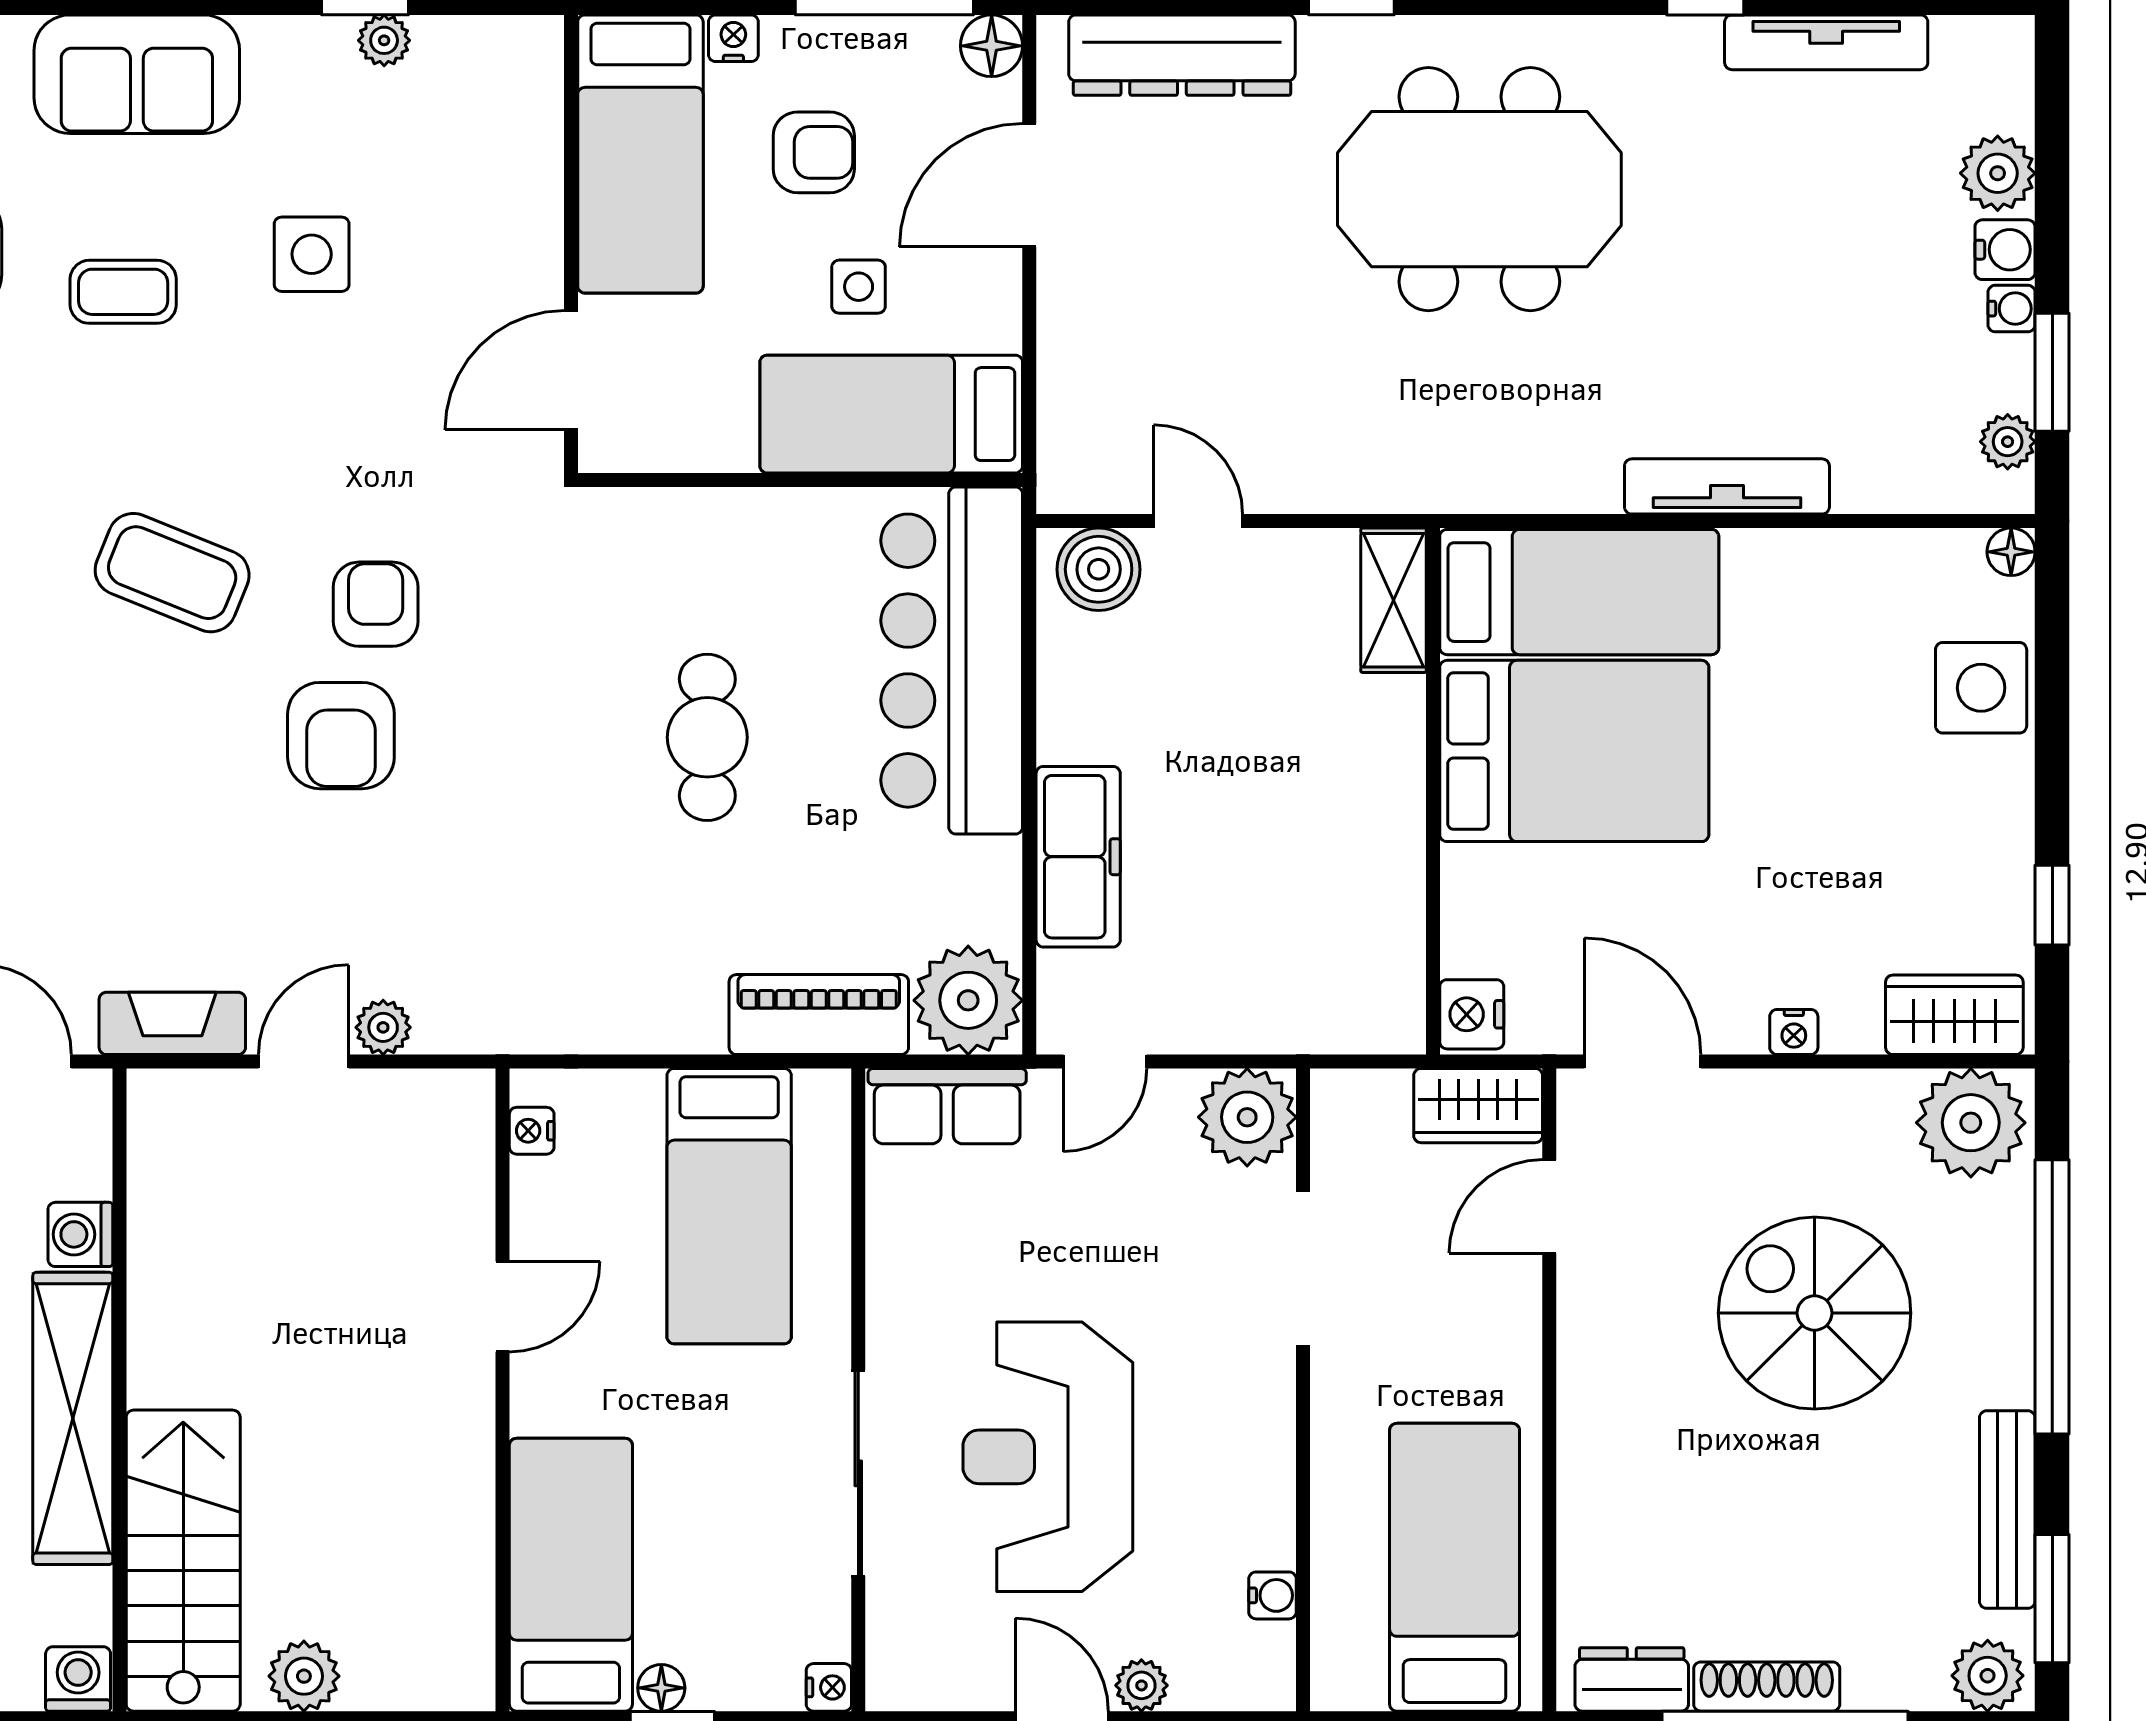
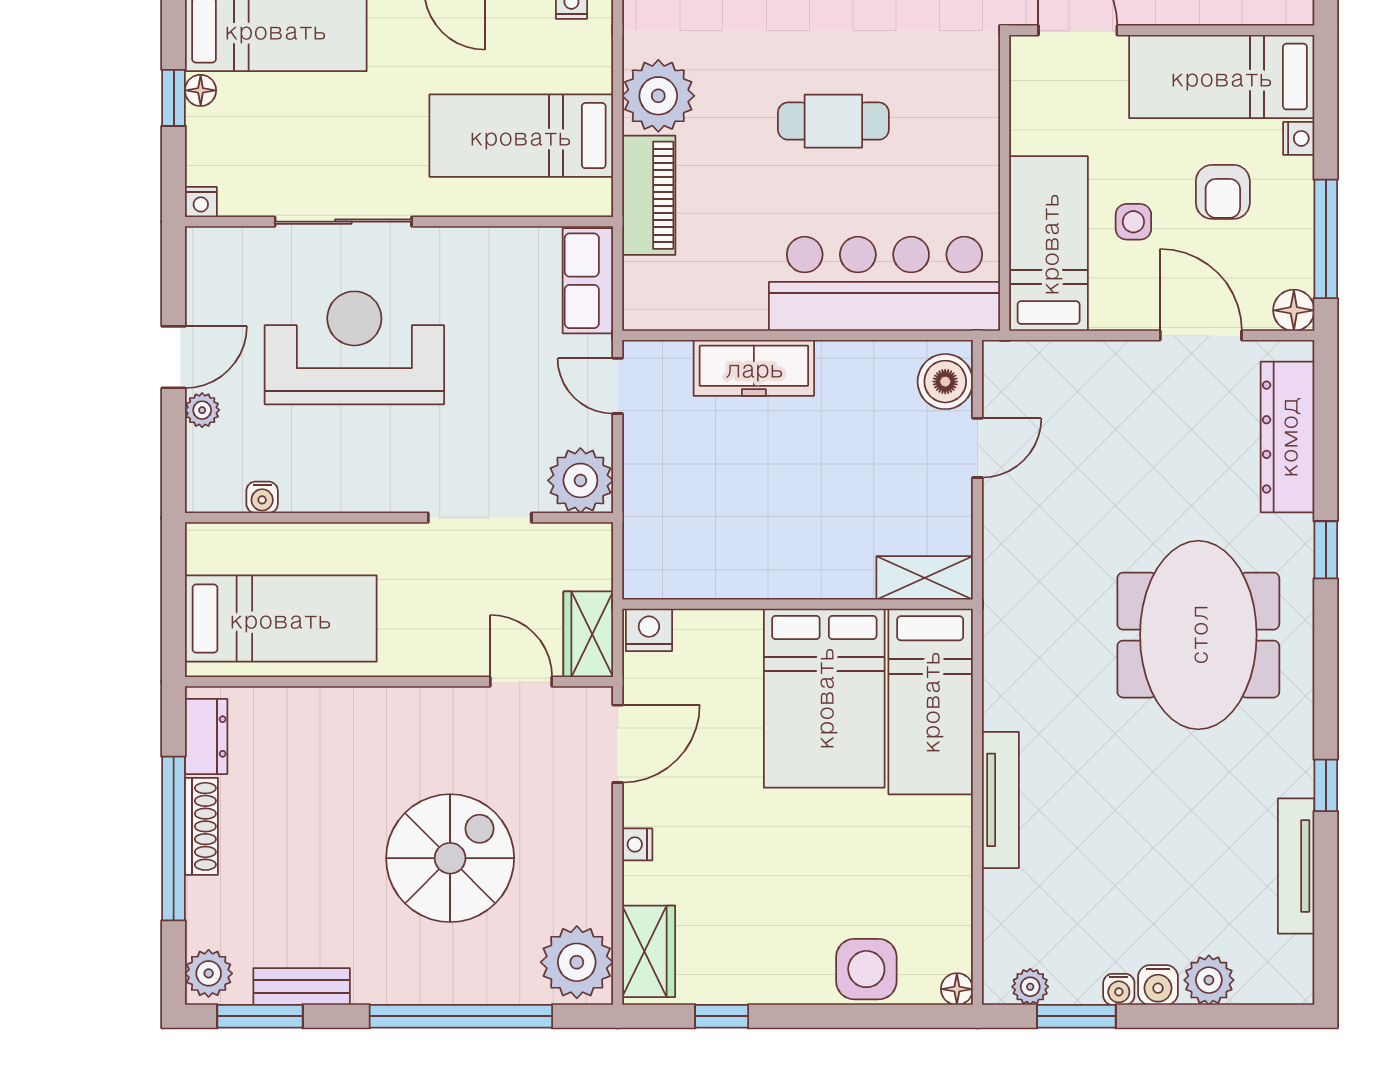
plant: (968, 1000) -> (658, 96), moved
bench: (2007, 1510) -> (302, 986), width x0.73

